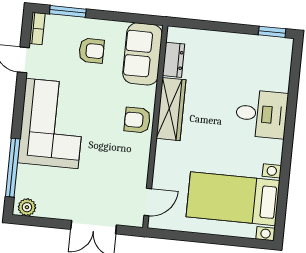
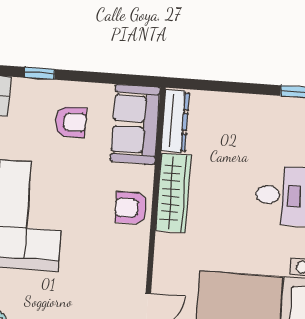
window: (68, 11) -> (40, 73), width x0.67
dresser: (174, 60) -> (175, 121), width x1.44

